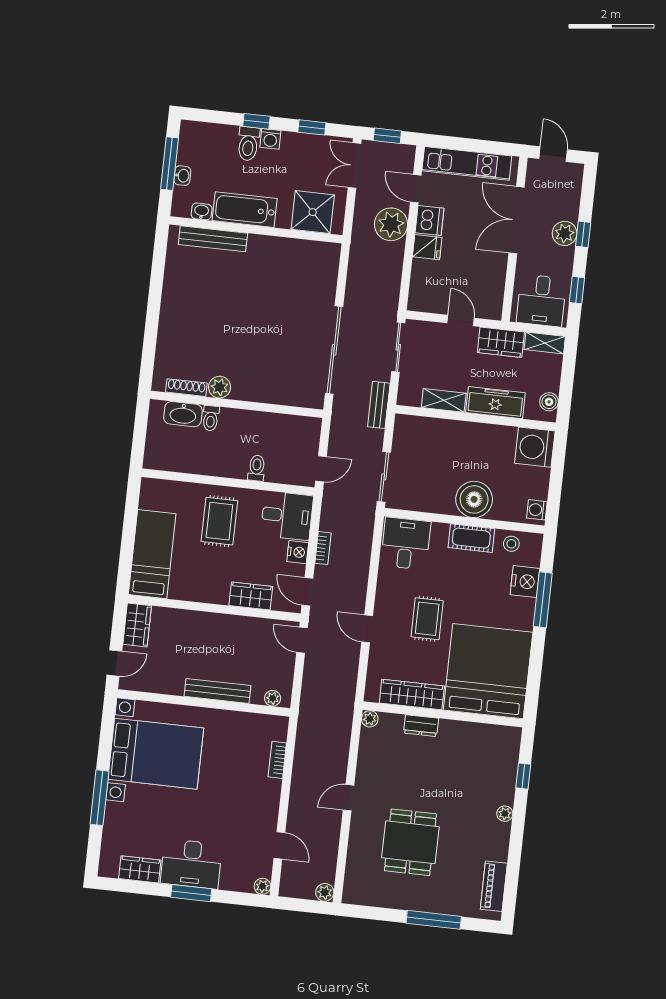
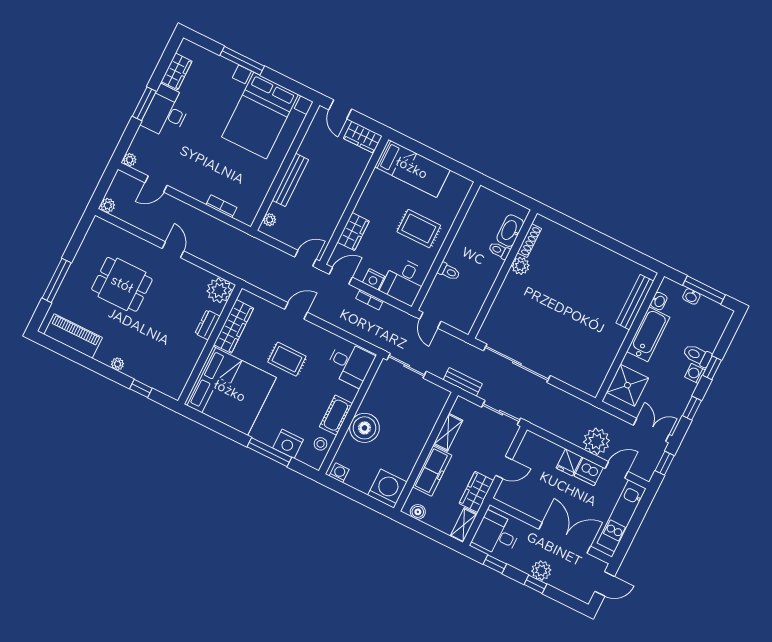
plant: (370, 719) -> (219, 290), width x1.87, depth x1.87
piano: (494, 886) -> (73, 336), width x1.37, depth x1.33

